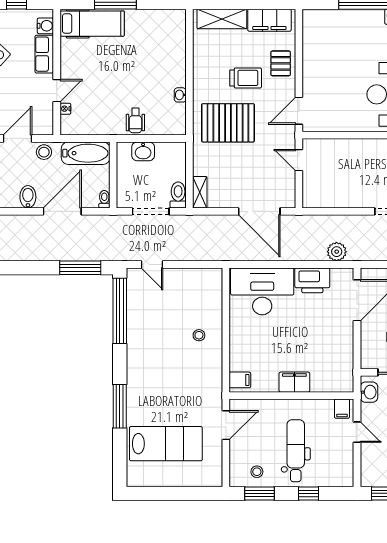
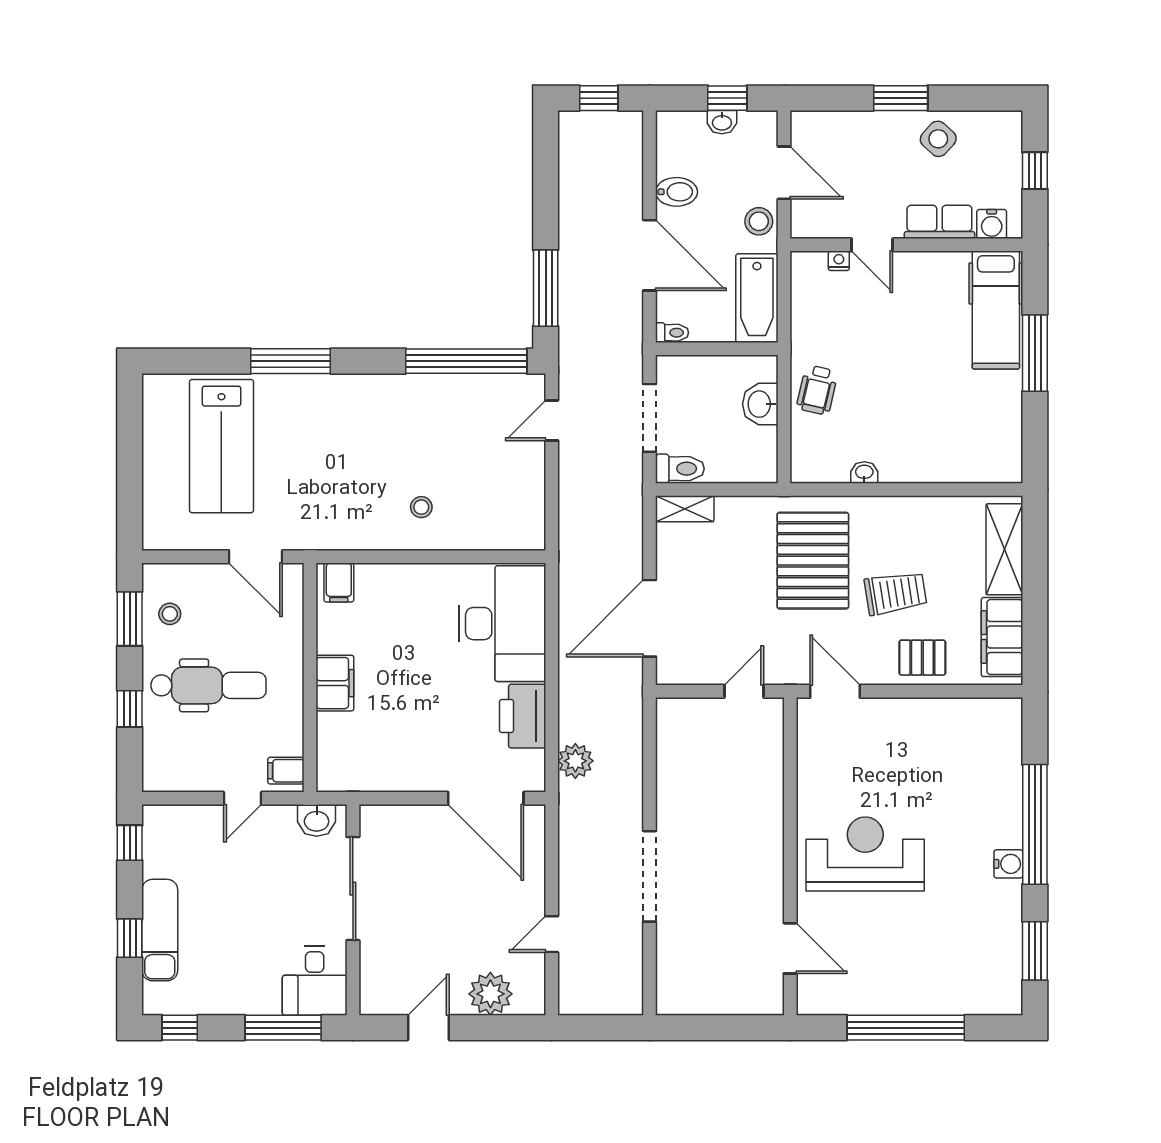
trolley: (246, 78) -> (896, 593), turned -99
wheelchair: (135, 120) -> (817, 390), turned -77

